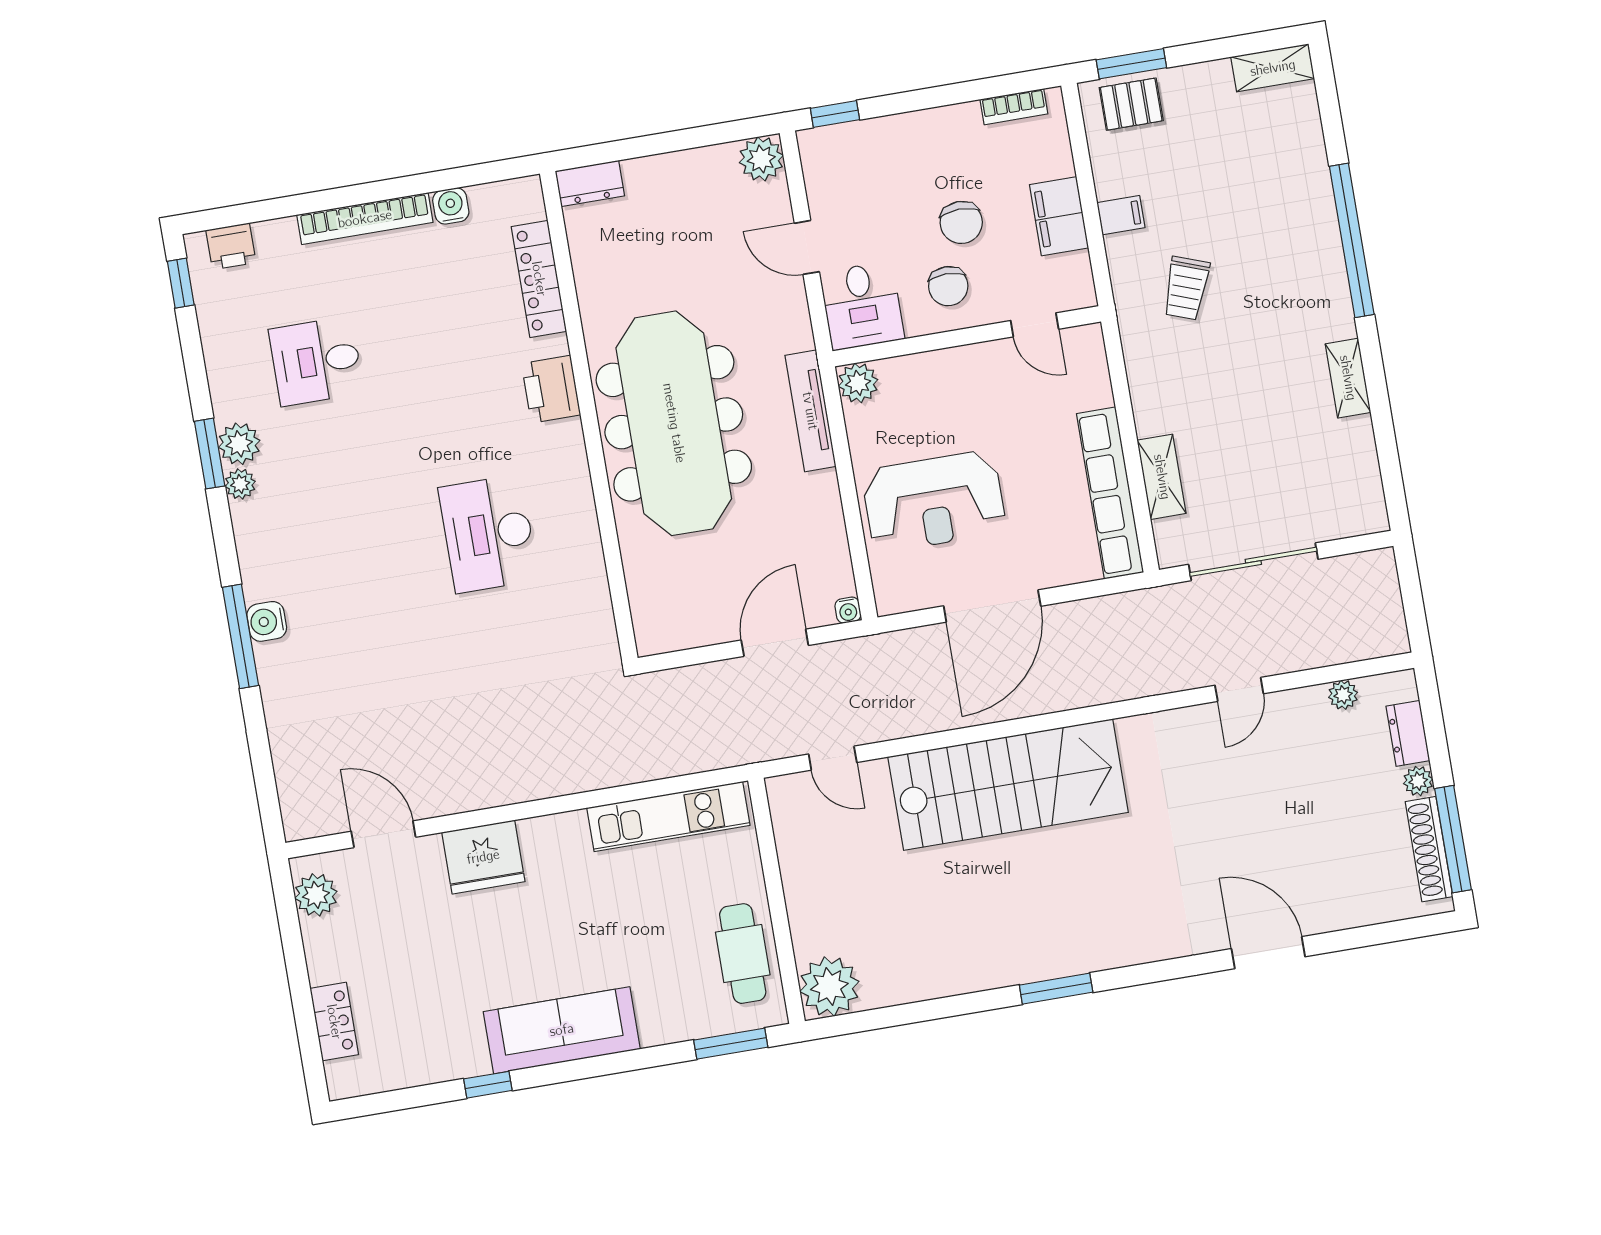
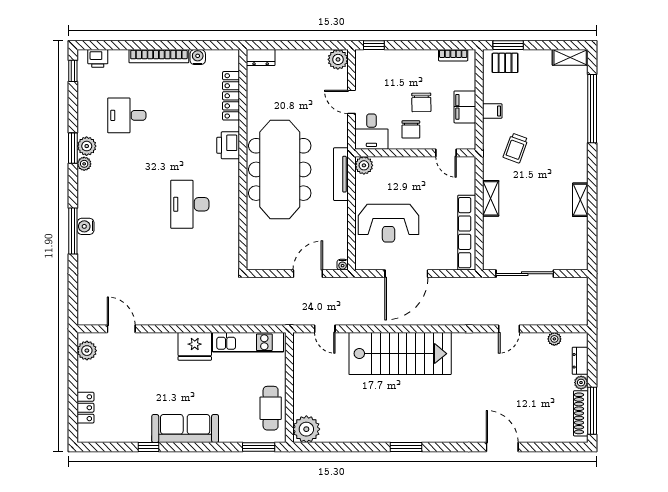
window: (1352, 240) -> (592, 109), moved
shelving: (1162, 477) -> (491, 198), moved
fridge: (483, 857) -> (195, 346), moved

